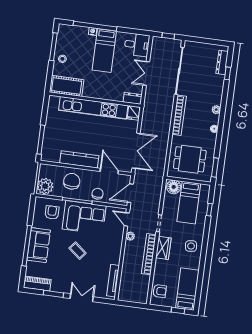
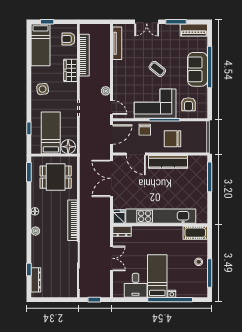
desk: (137, 45) -> (136, 285), moved, turned -90
cot: (67, 86) -> (195, 233), width x0.73, depth x0.75
chair: (72, 181) -> (173, 139), turned 90
plant: (45, 186) -> (199, 130), removed
wardrobe: (163, 248) -> (71, 70), moved
bookcase: (149, 254) -> (84, 55), moved

